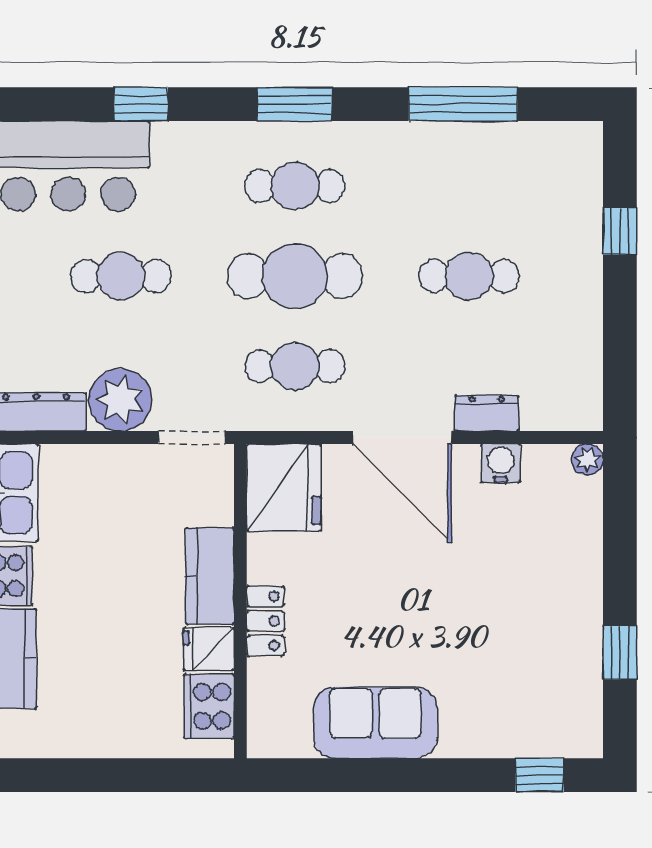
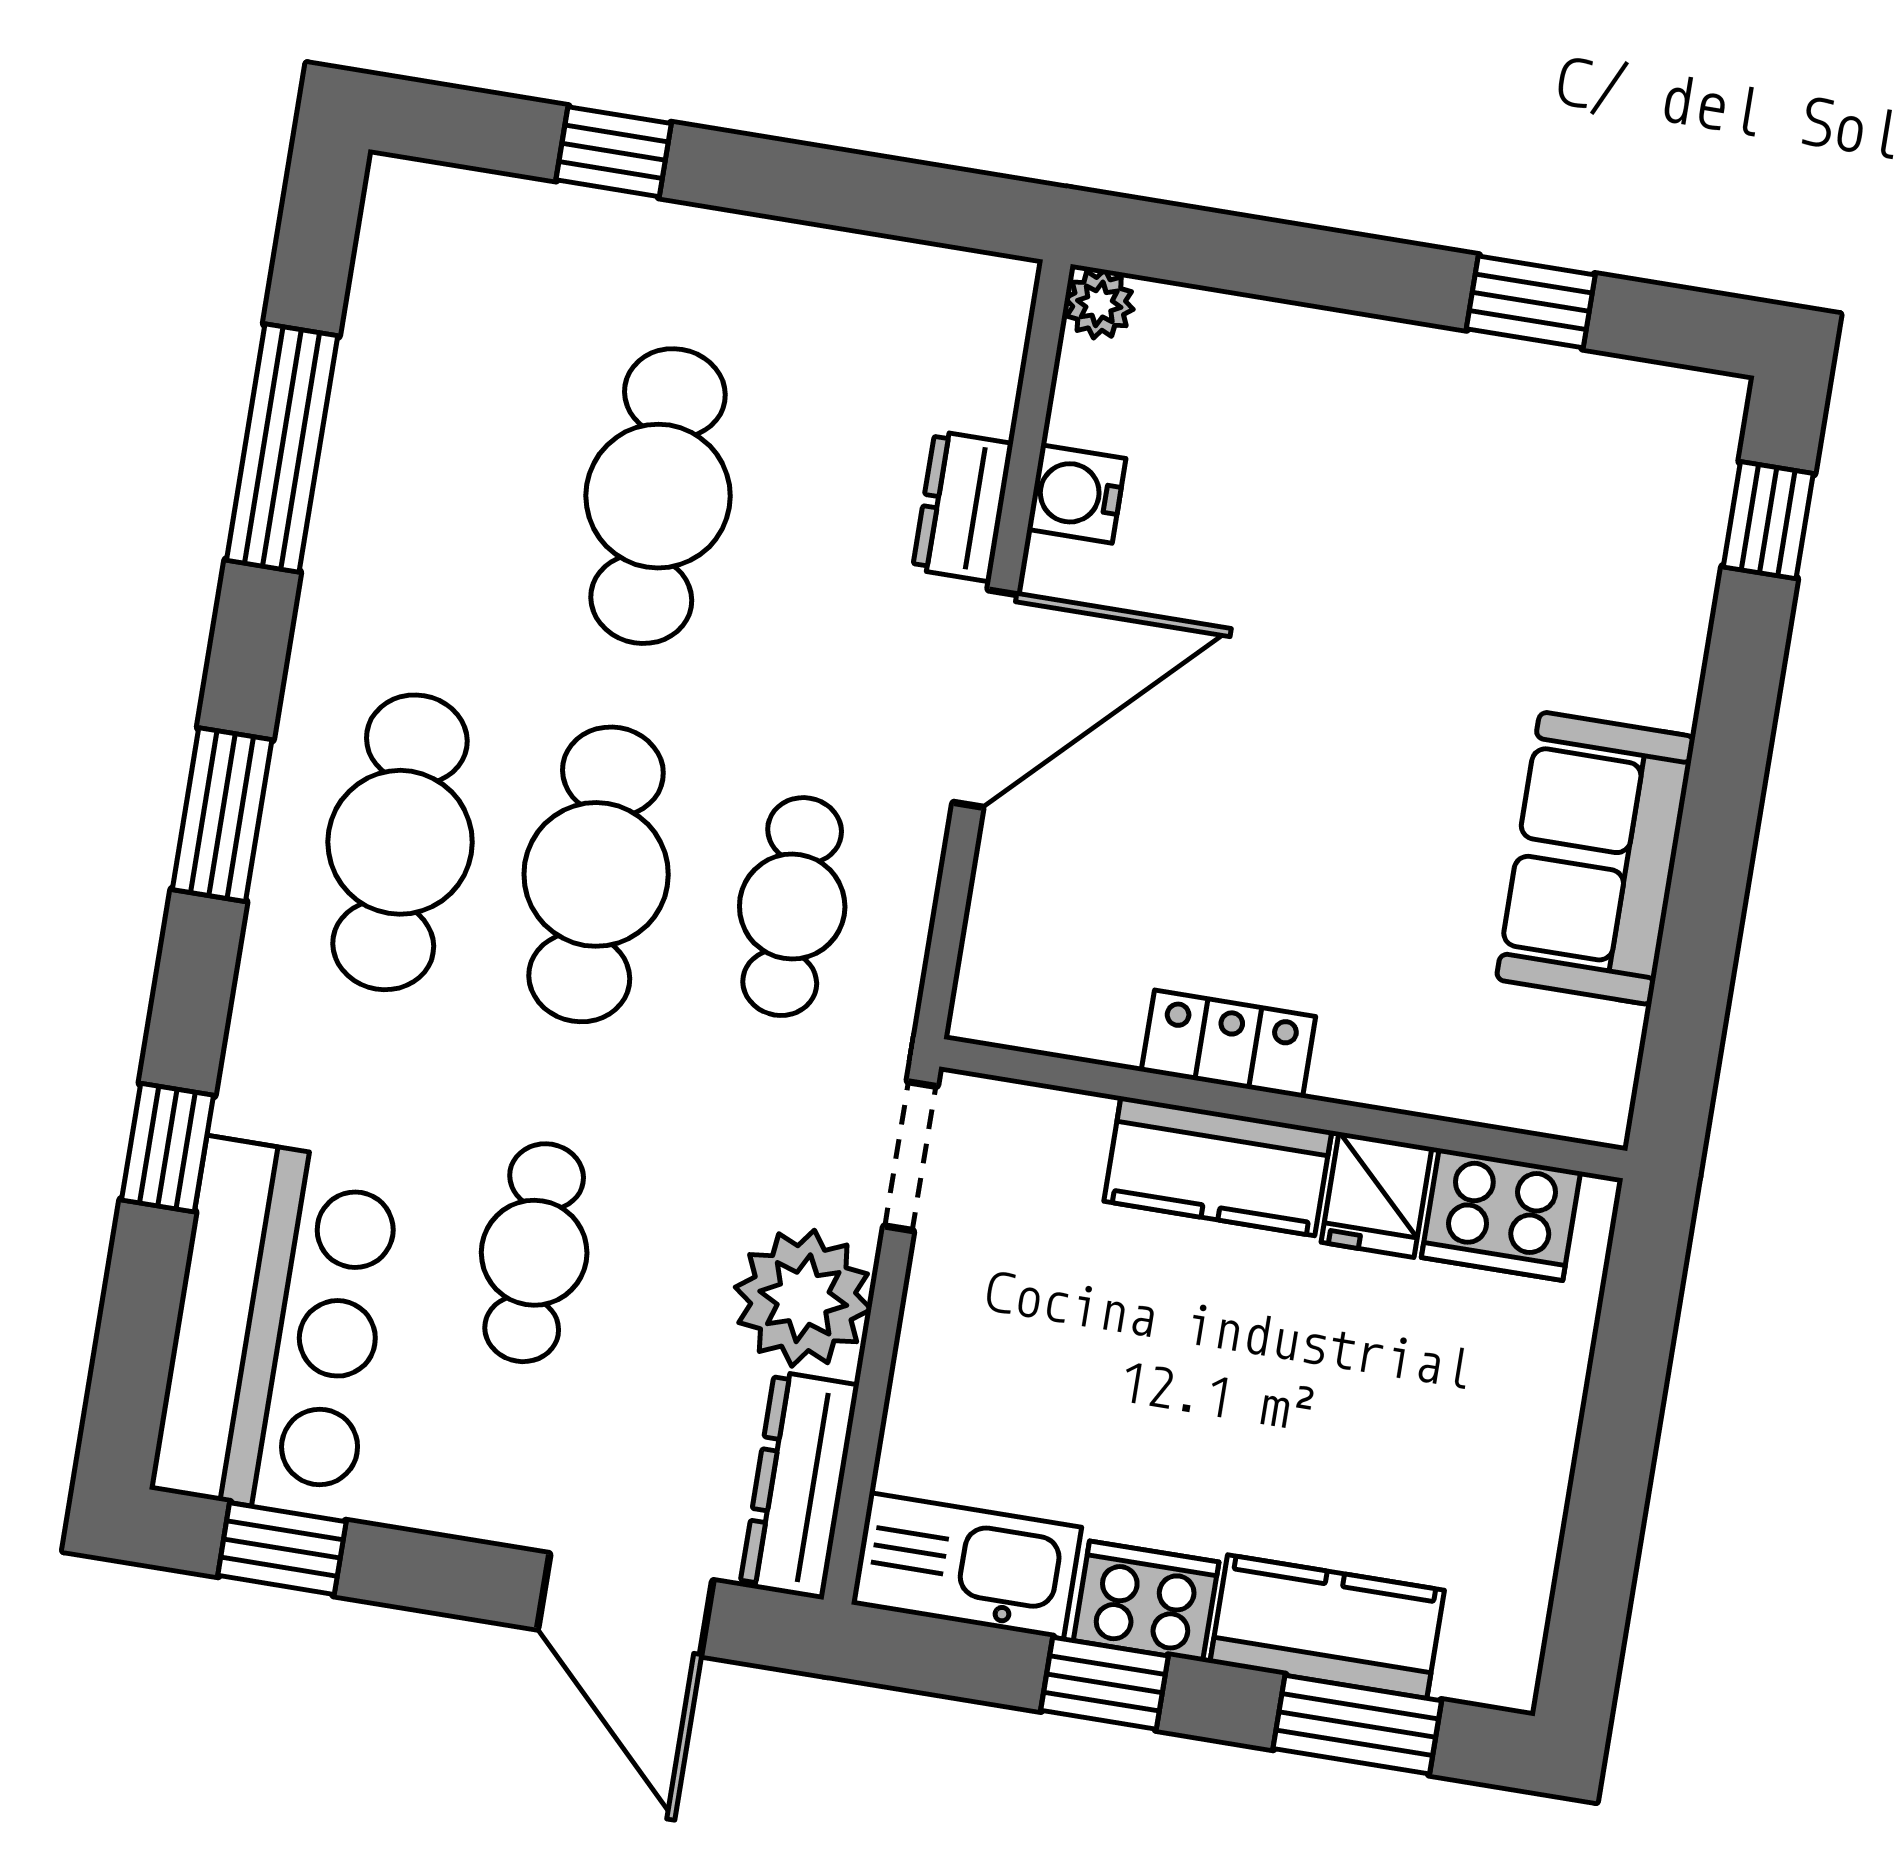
cafe table: (295, 186) -> (400, 842), width x1.37, depth x1.35
cafe table: (469, 276) -> (658, 496), width x1.37, depth x1.35
fridge: (284, 488) -> (1052, 974), removed
locker: (265, 621) -> (1228, 1044), moved

